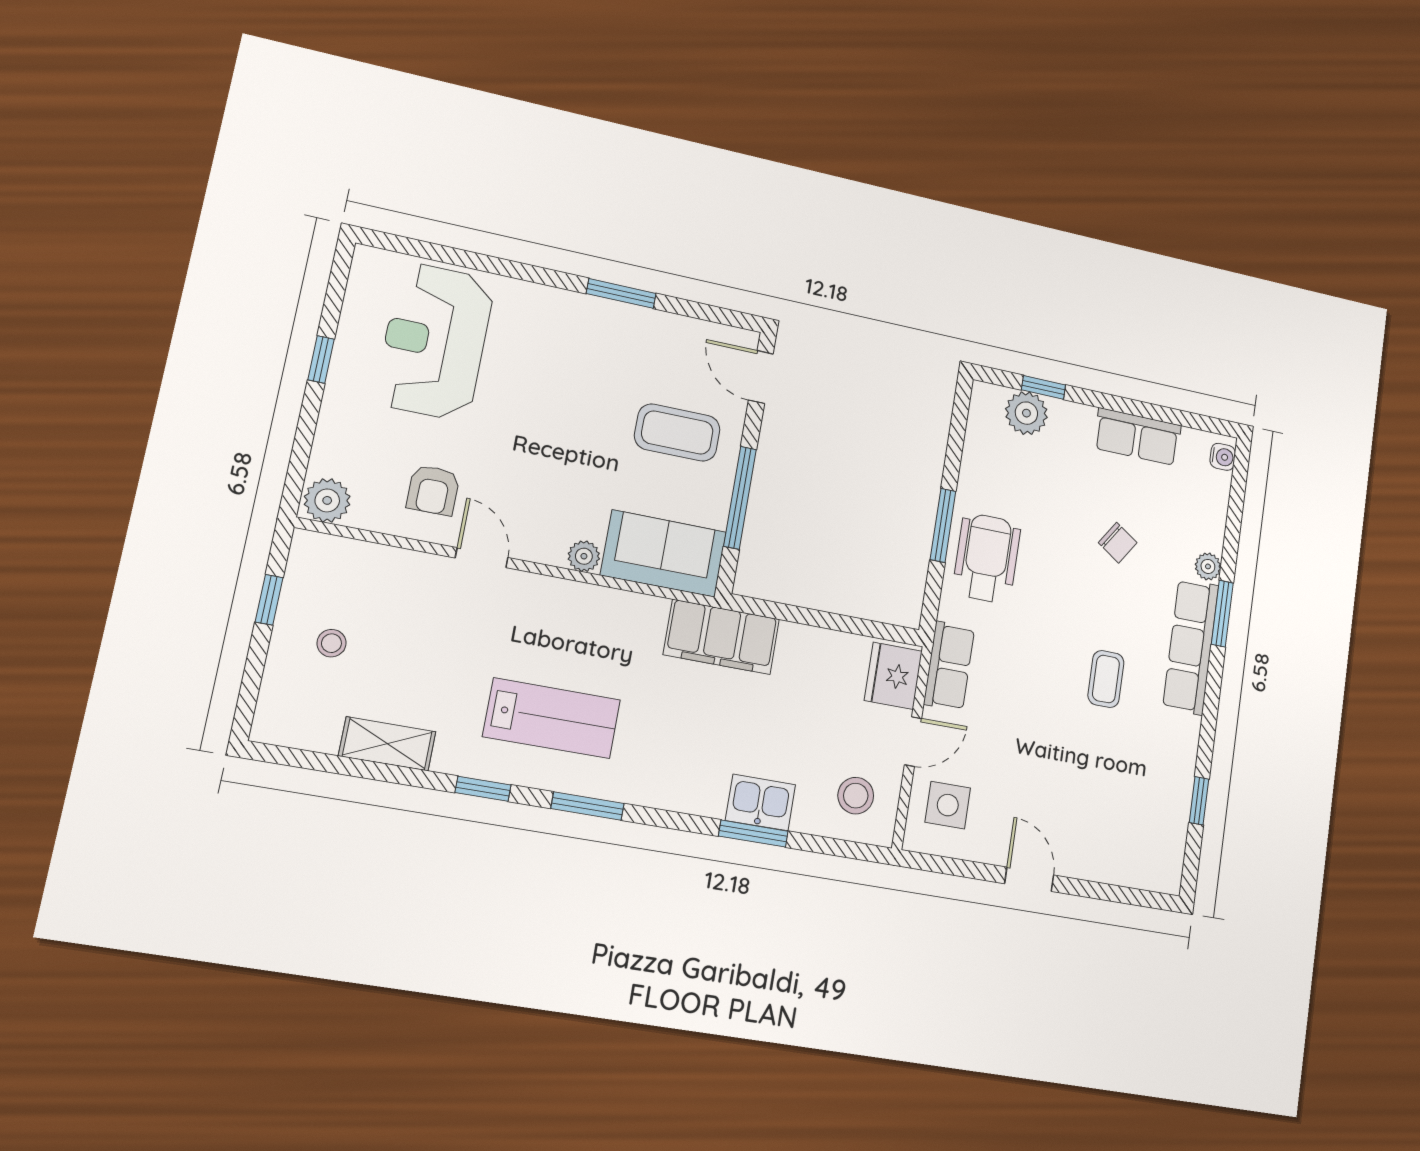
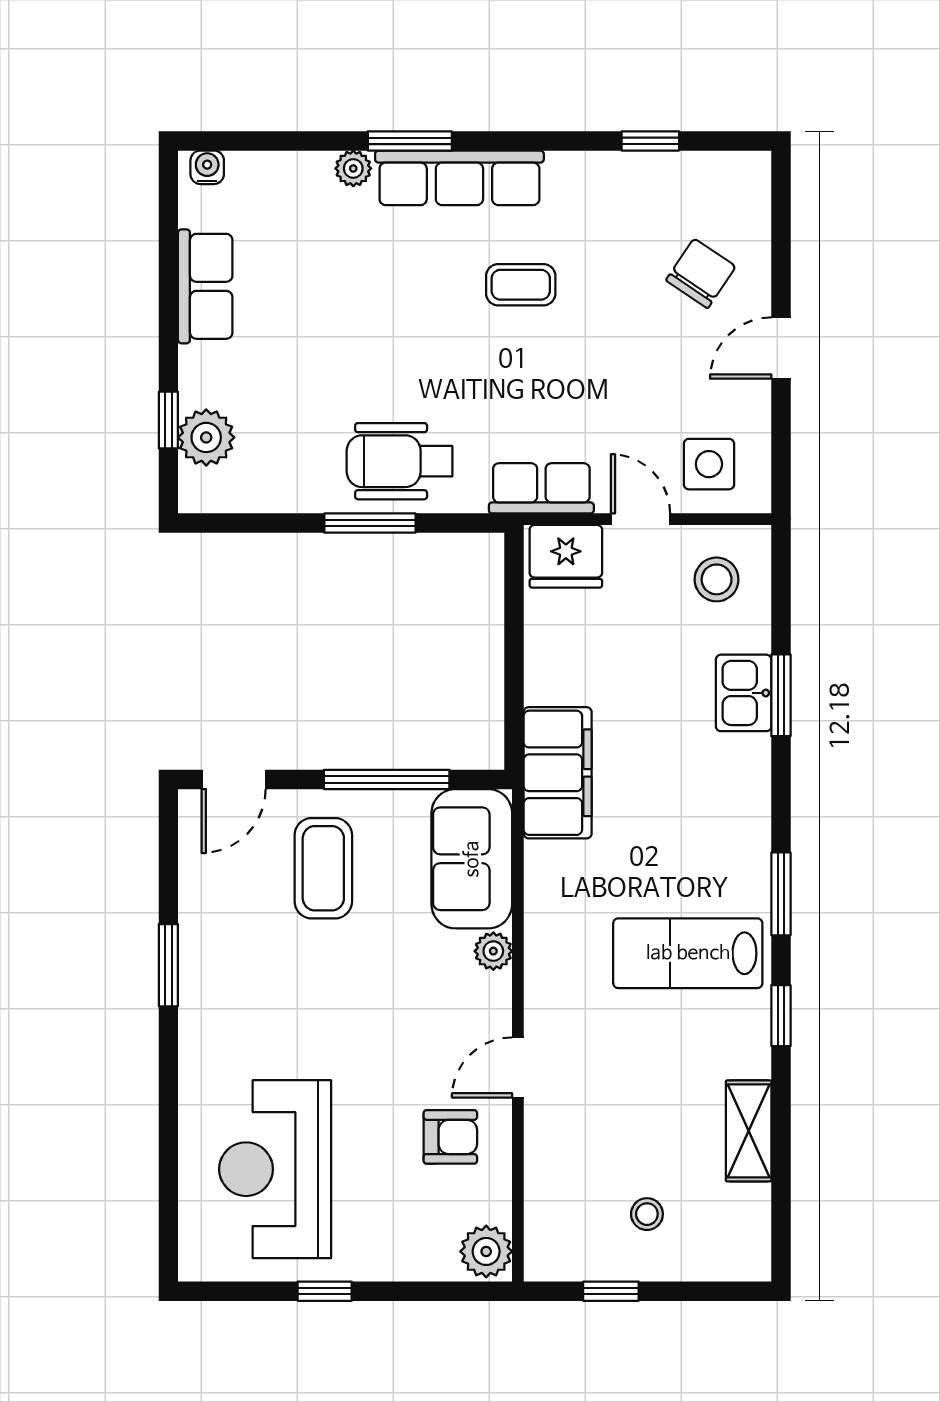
reception desk: (435, 341) -> (275, 1169), turned 90
chair: (1118, 543) -> (701, 273), moved, width x1.37, depth x1.37
lab bench: (552, 718) -> (688, 953), turned -90

